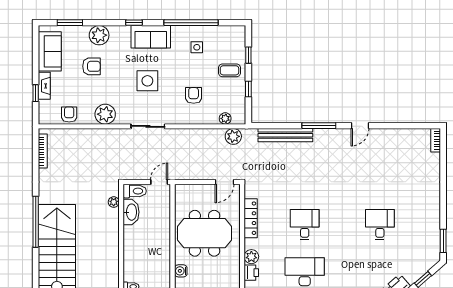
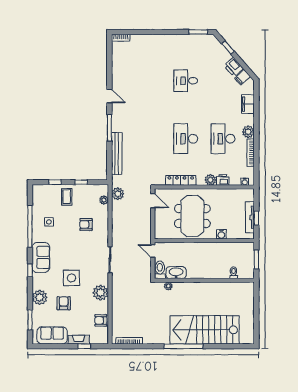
side table: (147, 81) -> (71, 278), moved
desk: (305, 225) -> (186, 139), width x1.37

